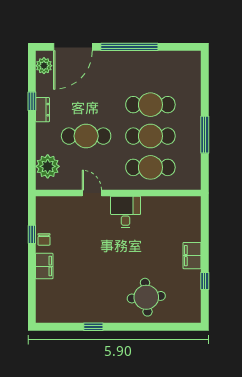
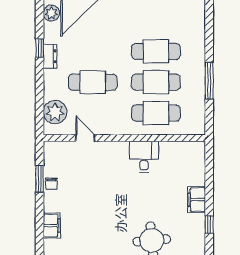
door: (92, 193) -> (85, 138), moved
desk: (125, 212) -> (144, 157), moved
window: (32, 234) -> (40, 179), width x1.50
filing cabinet: (44, 266) -> (52, 226), moved

